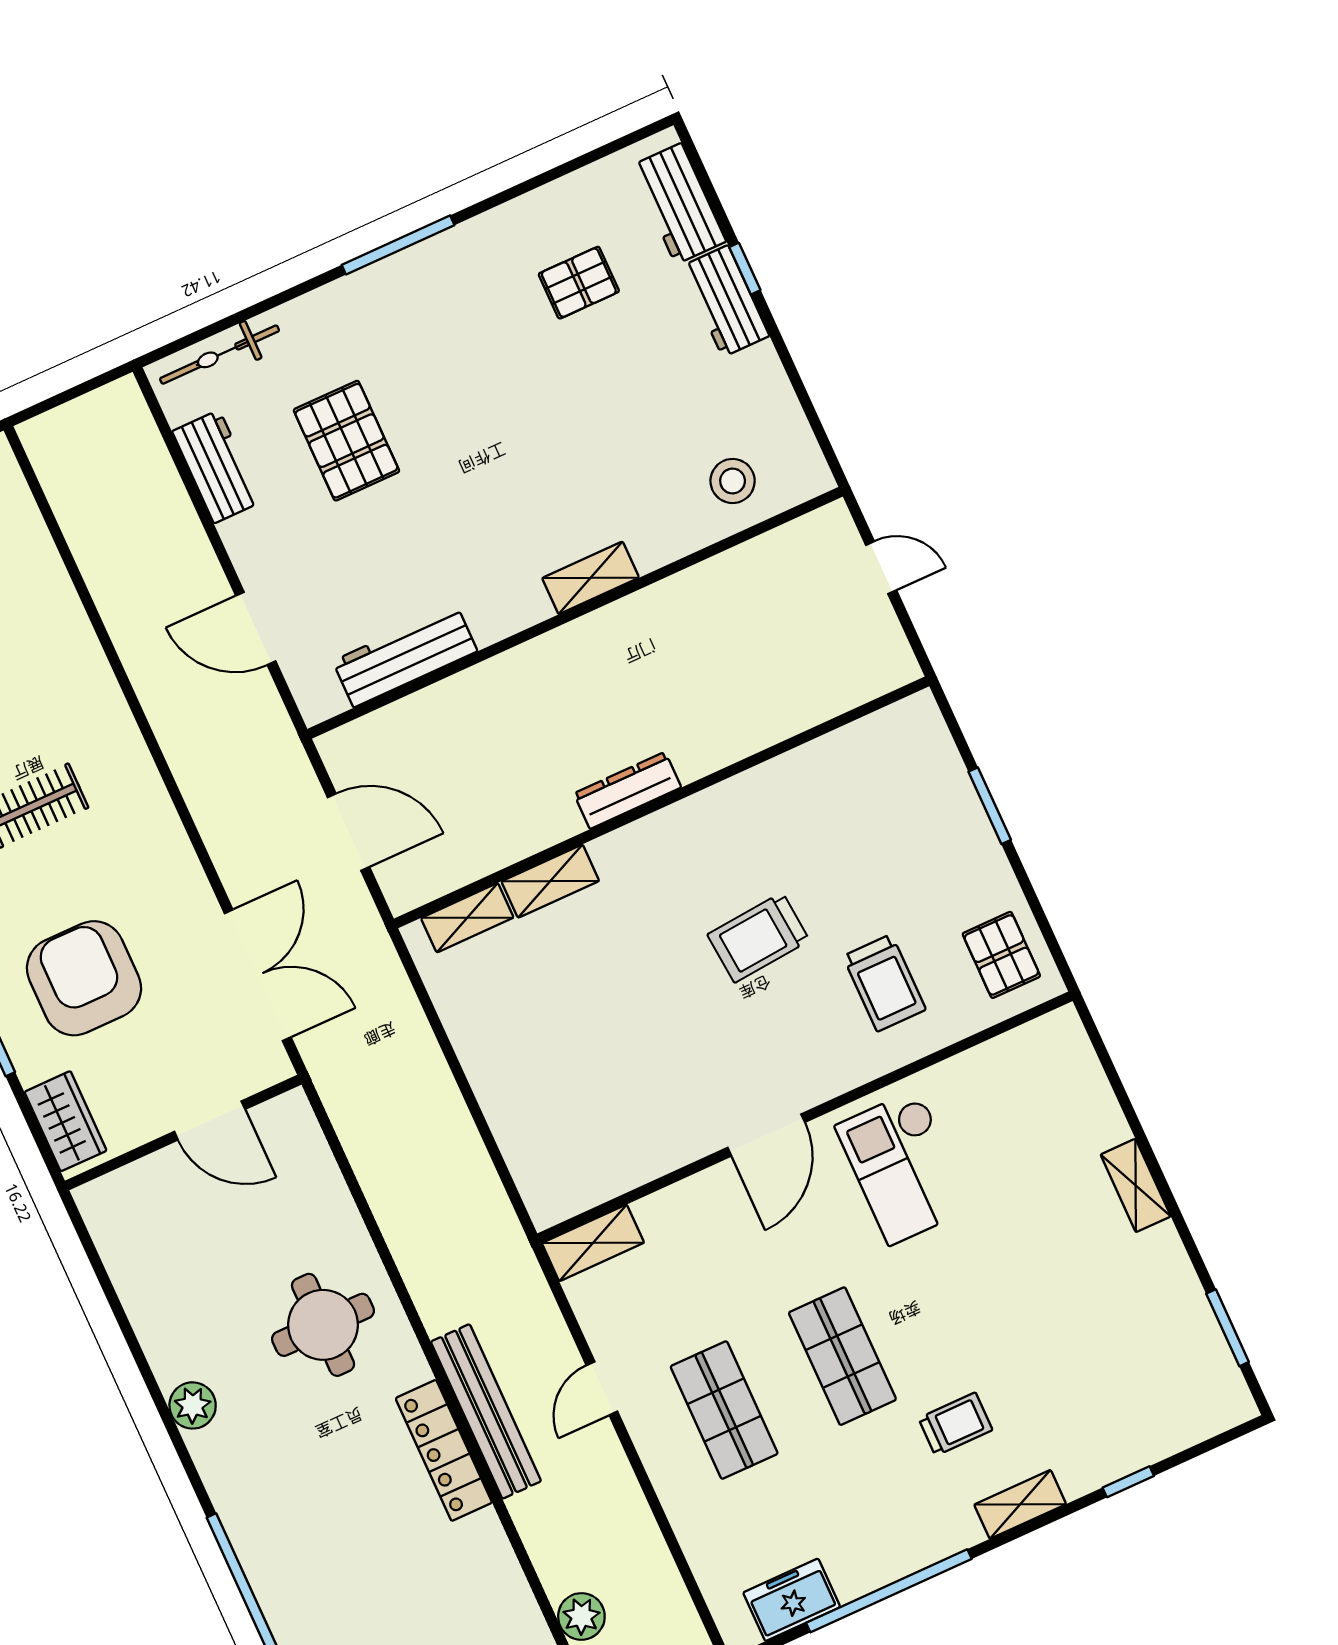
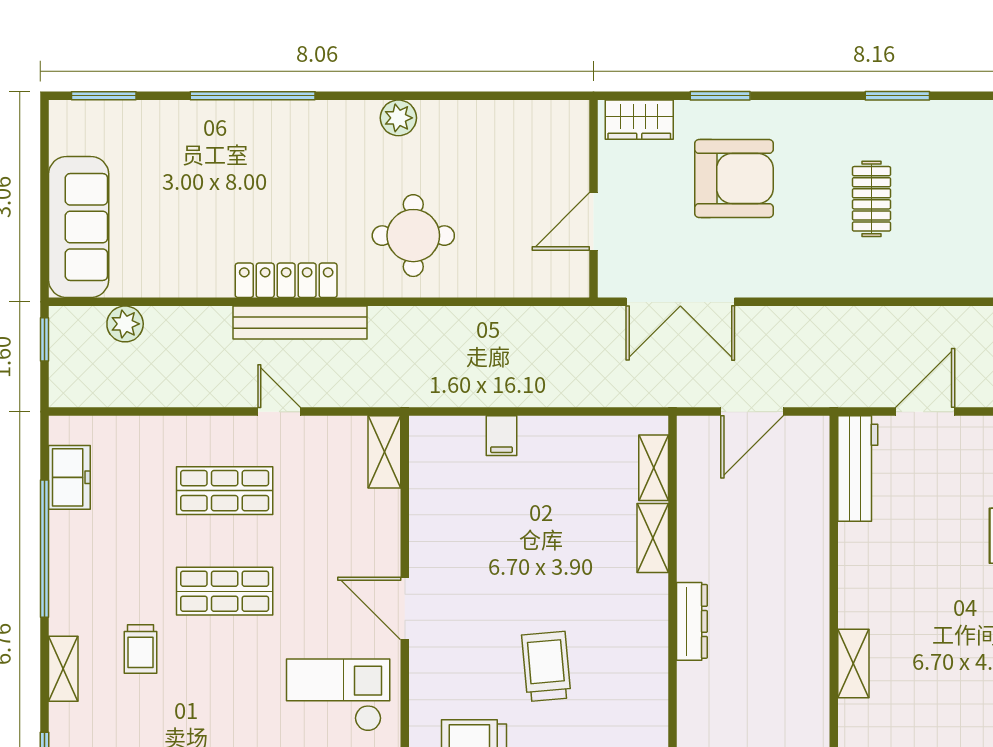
workbench: (405, 656) -> (858, 469), moved
filing cabinet: (511, 1114) -> (501, 436), added

